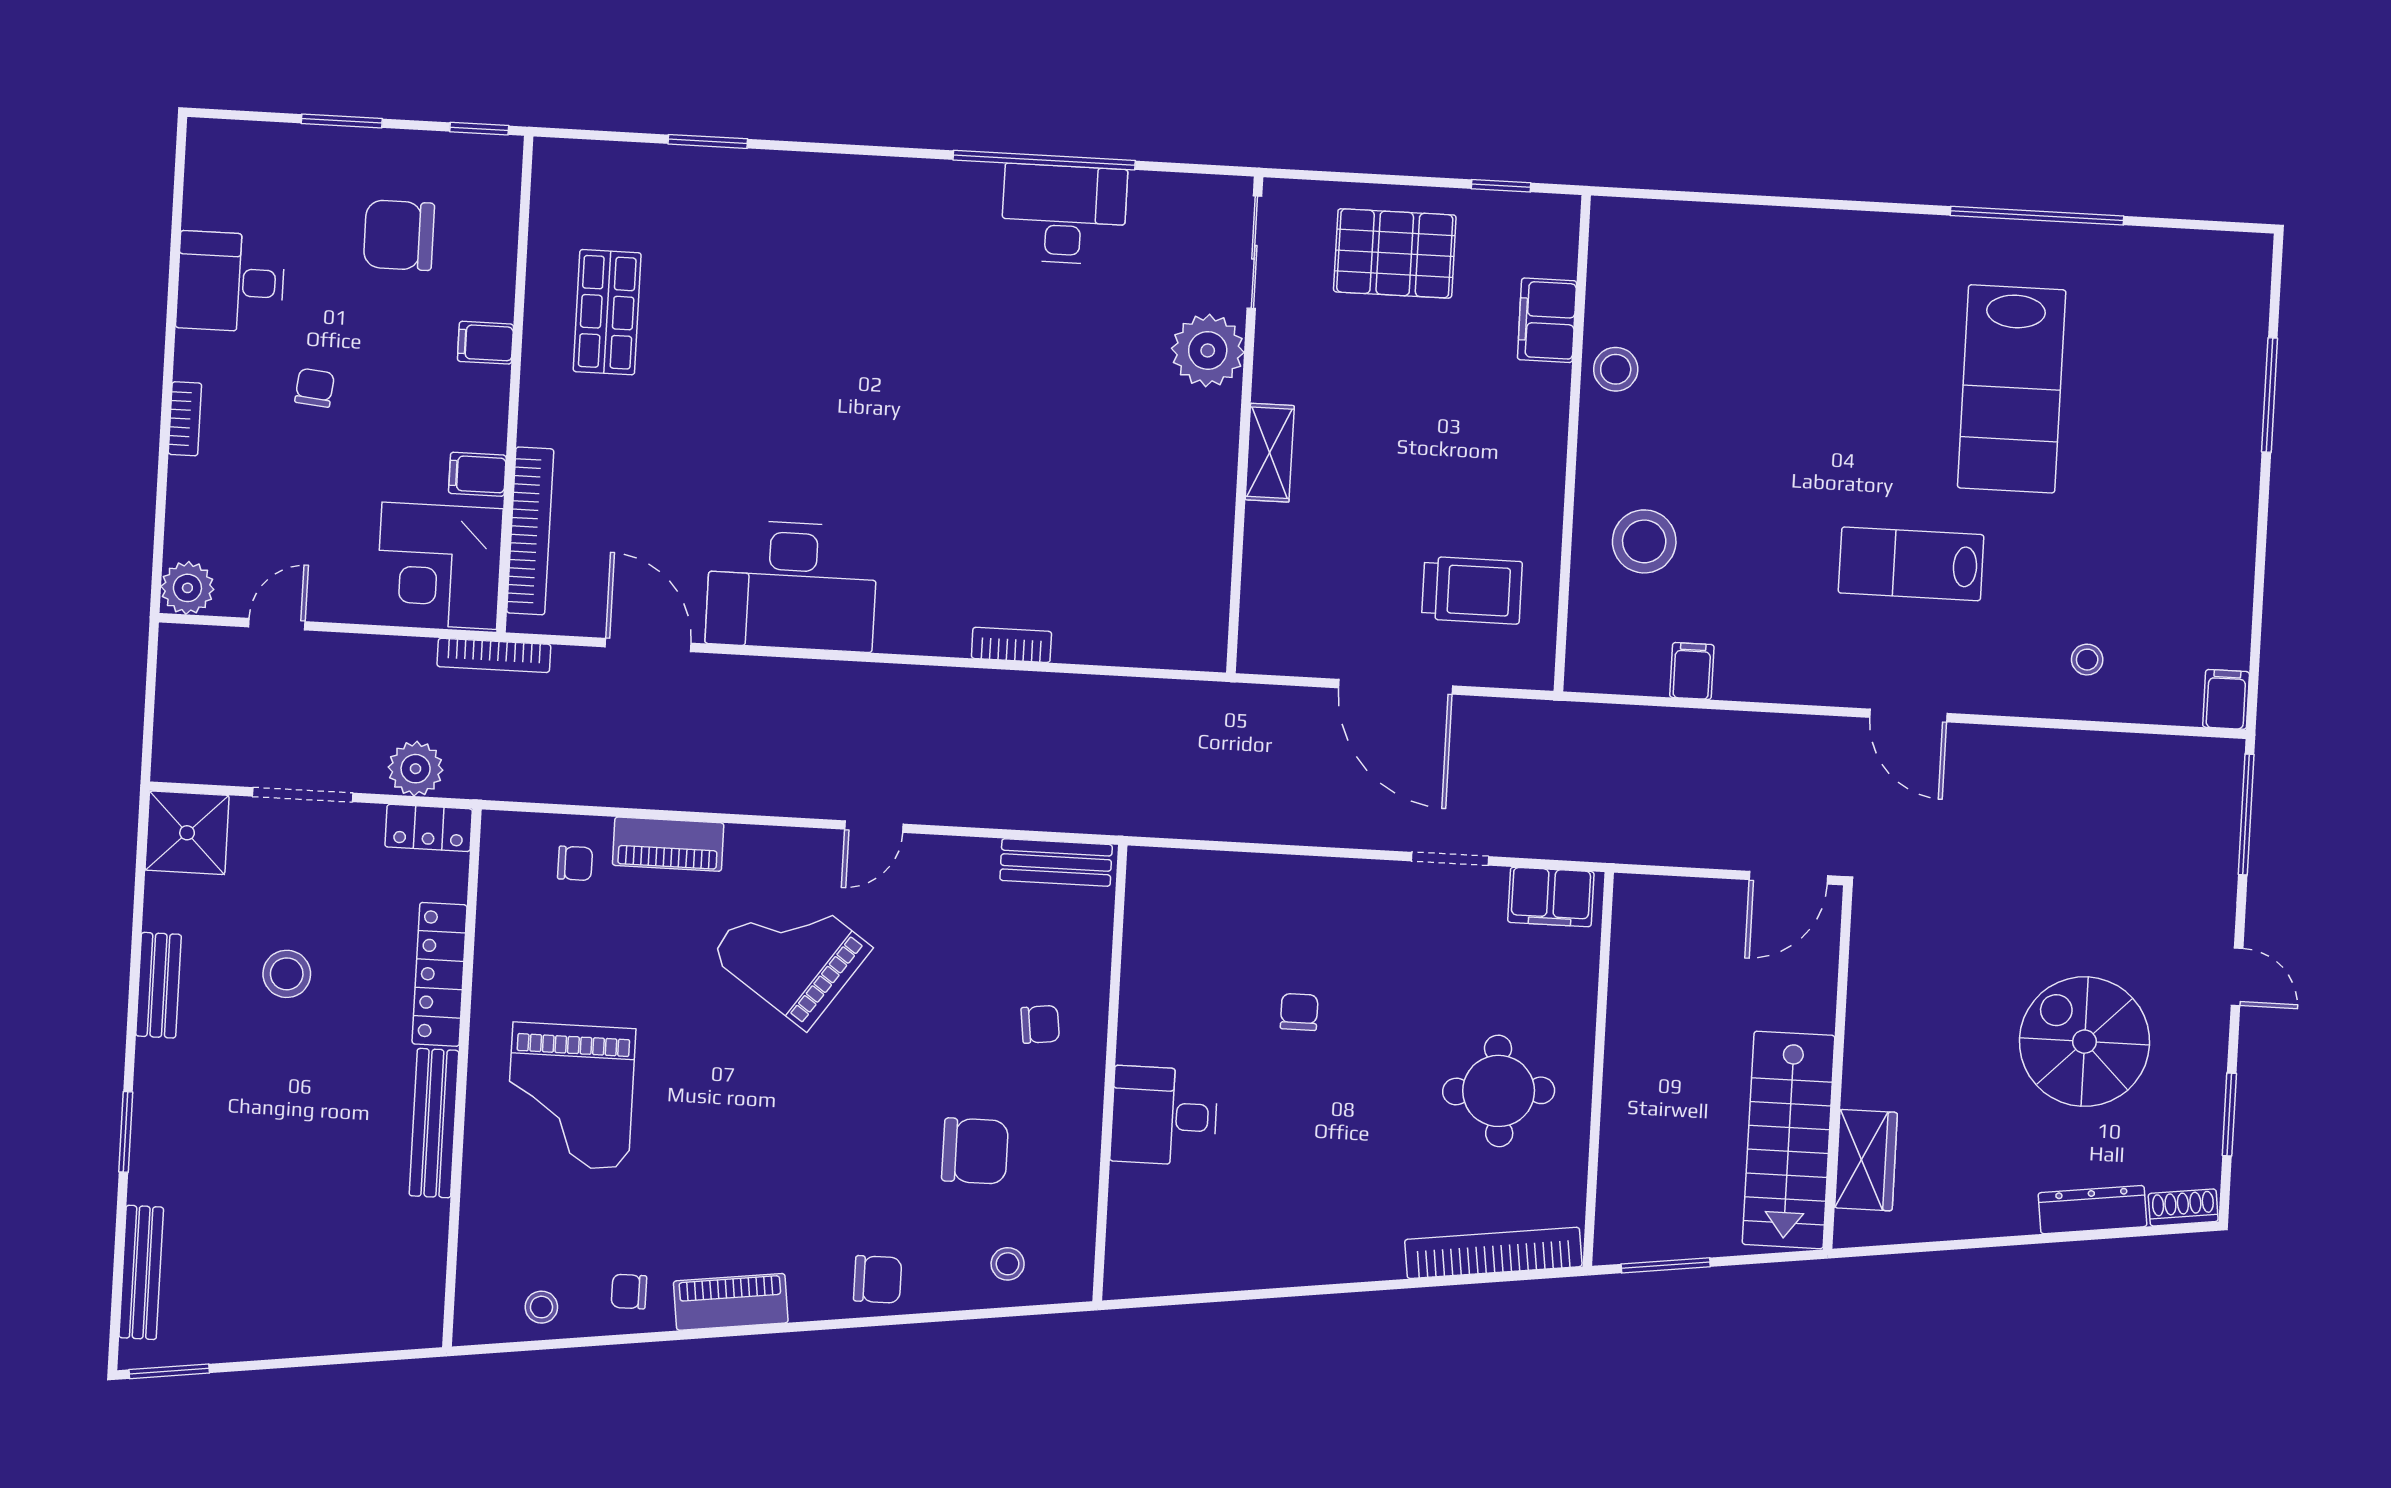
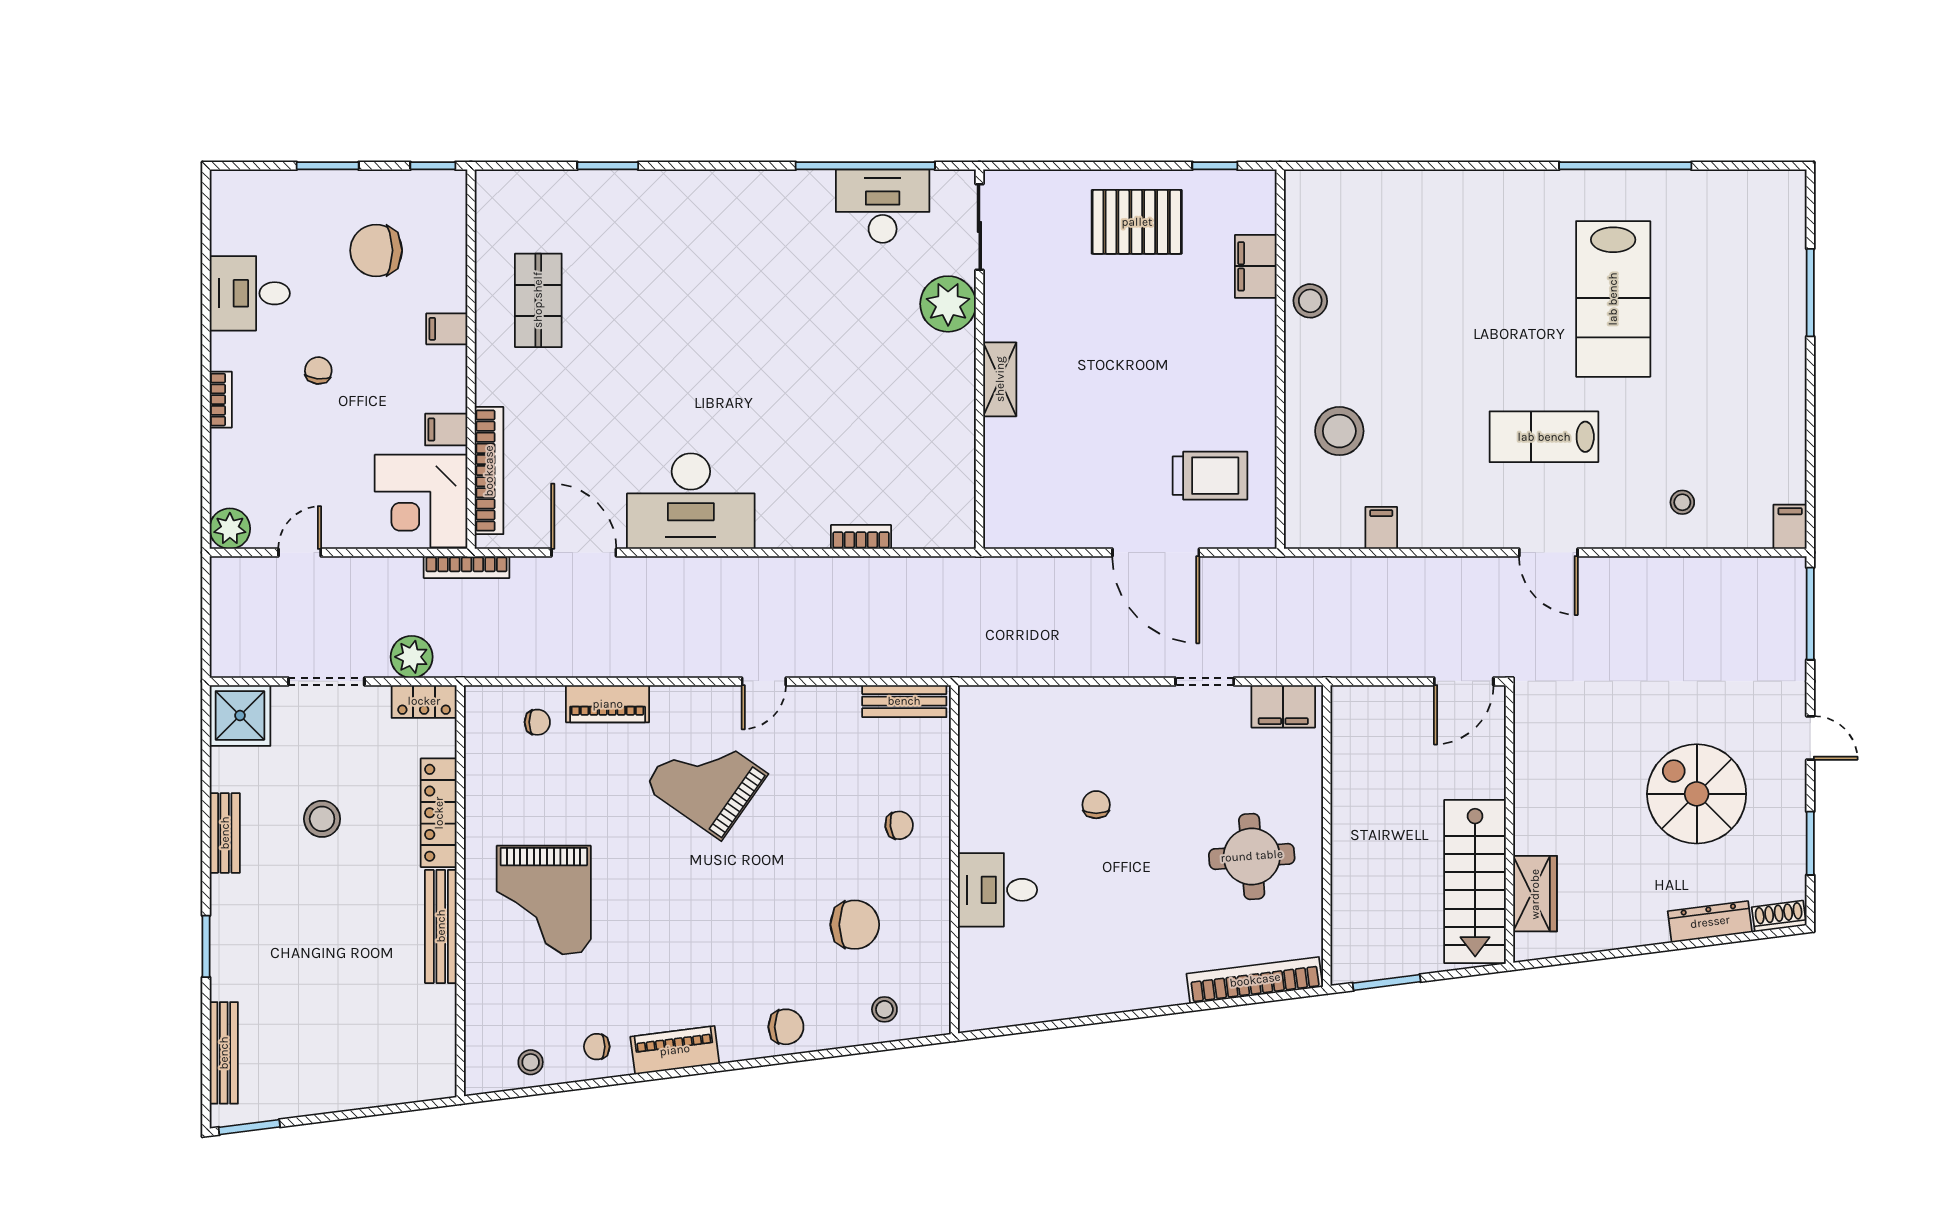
sliding door: (1254, 252) -> (979, 227), moved
plant: (1208, 350) -> (948, 304), moved
wall: (1245, 425) -> (979, 359), moved
shelving: (1270, 453) -> (1000, 379), moved

